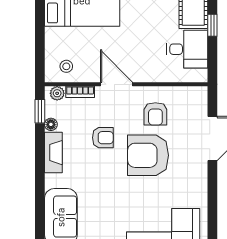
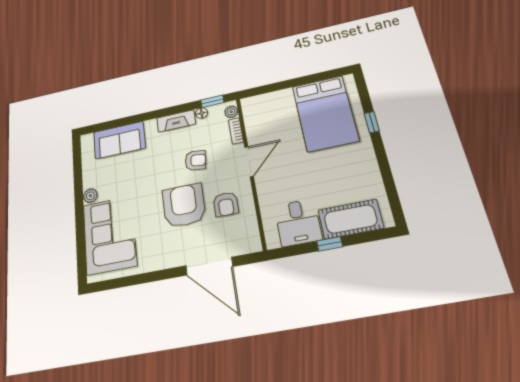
stool: (66, 66) -> (258, 114), removed
armchair: (155, 114) -> (226, 204), turned -90
armchair: (103, 138) -> (195, 160), turned -83

